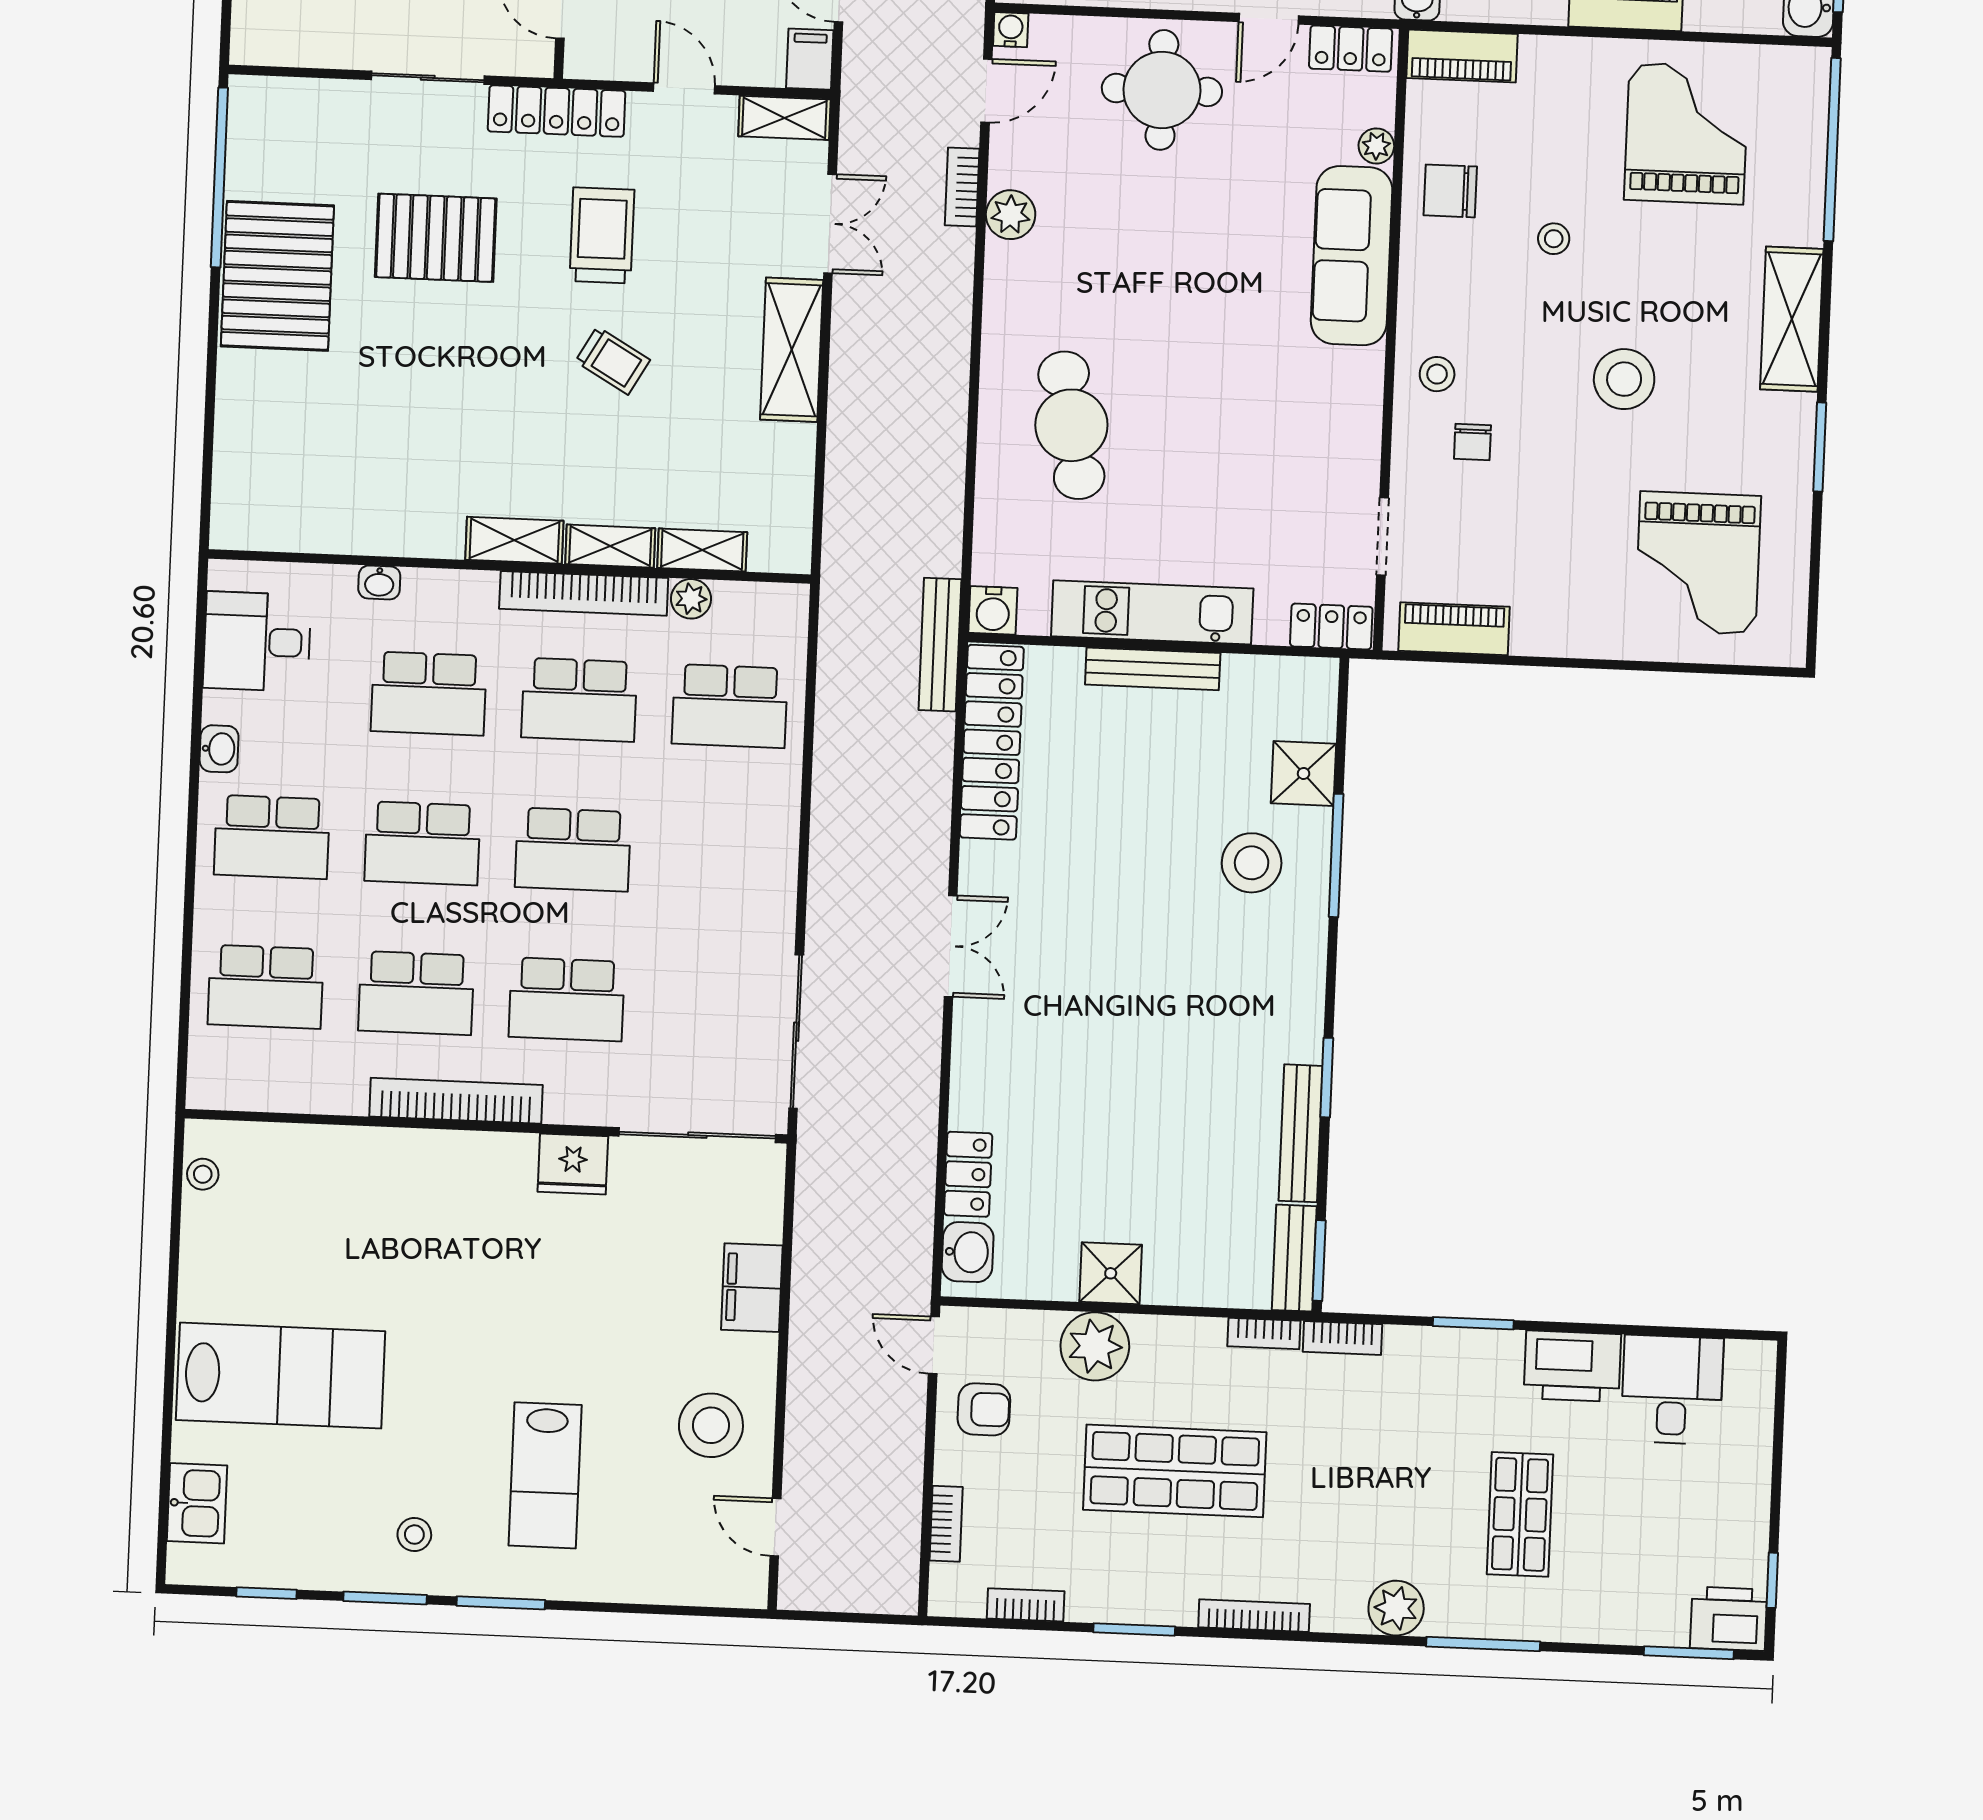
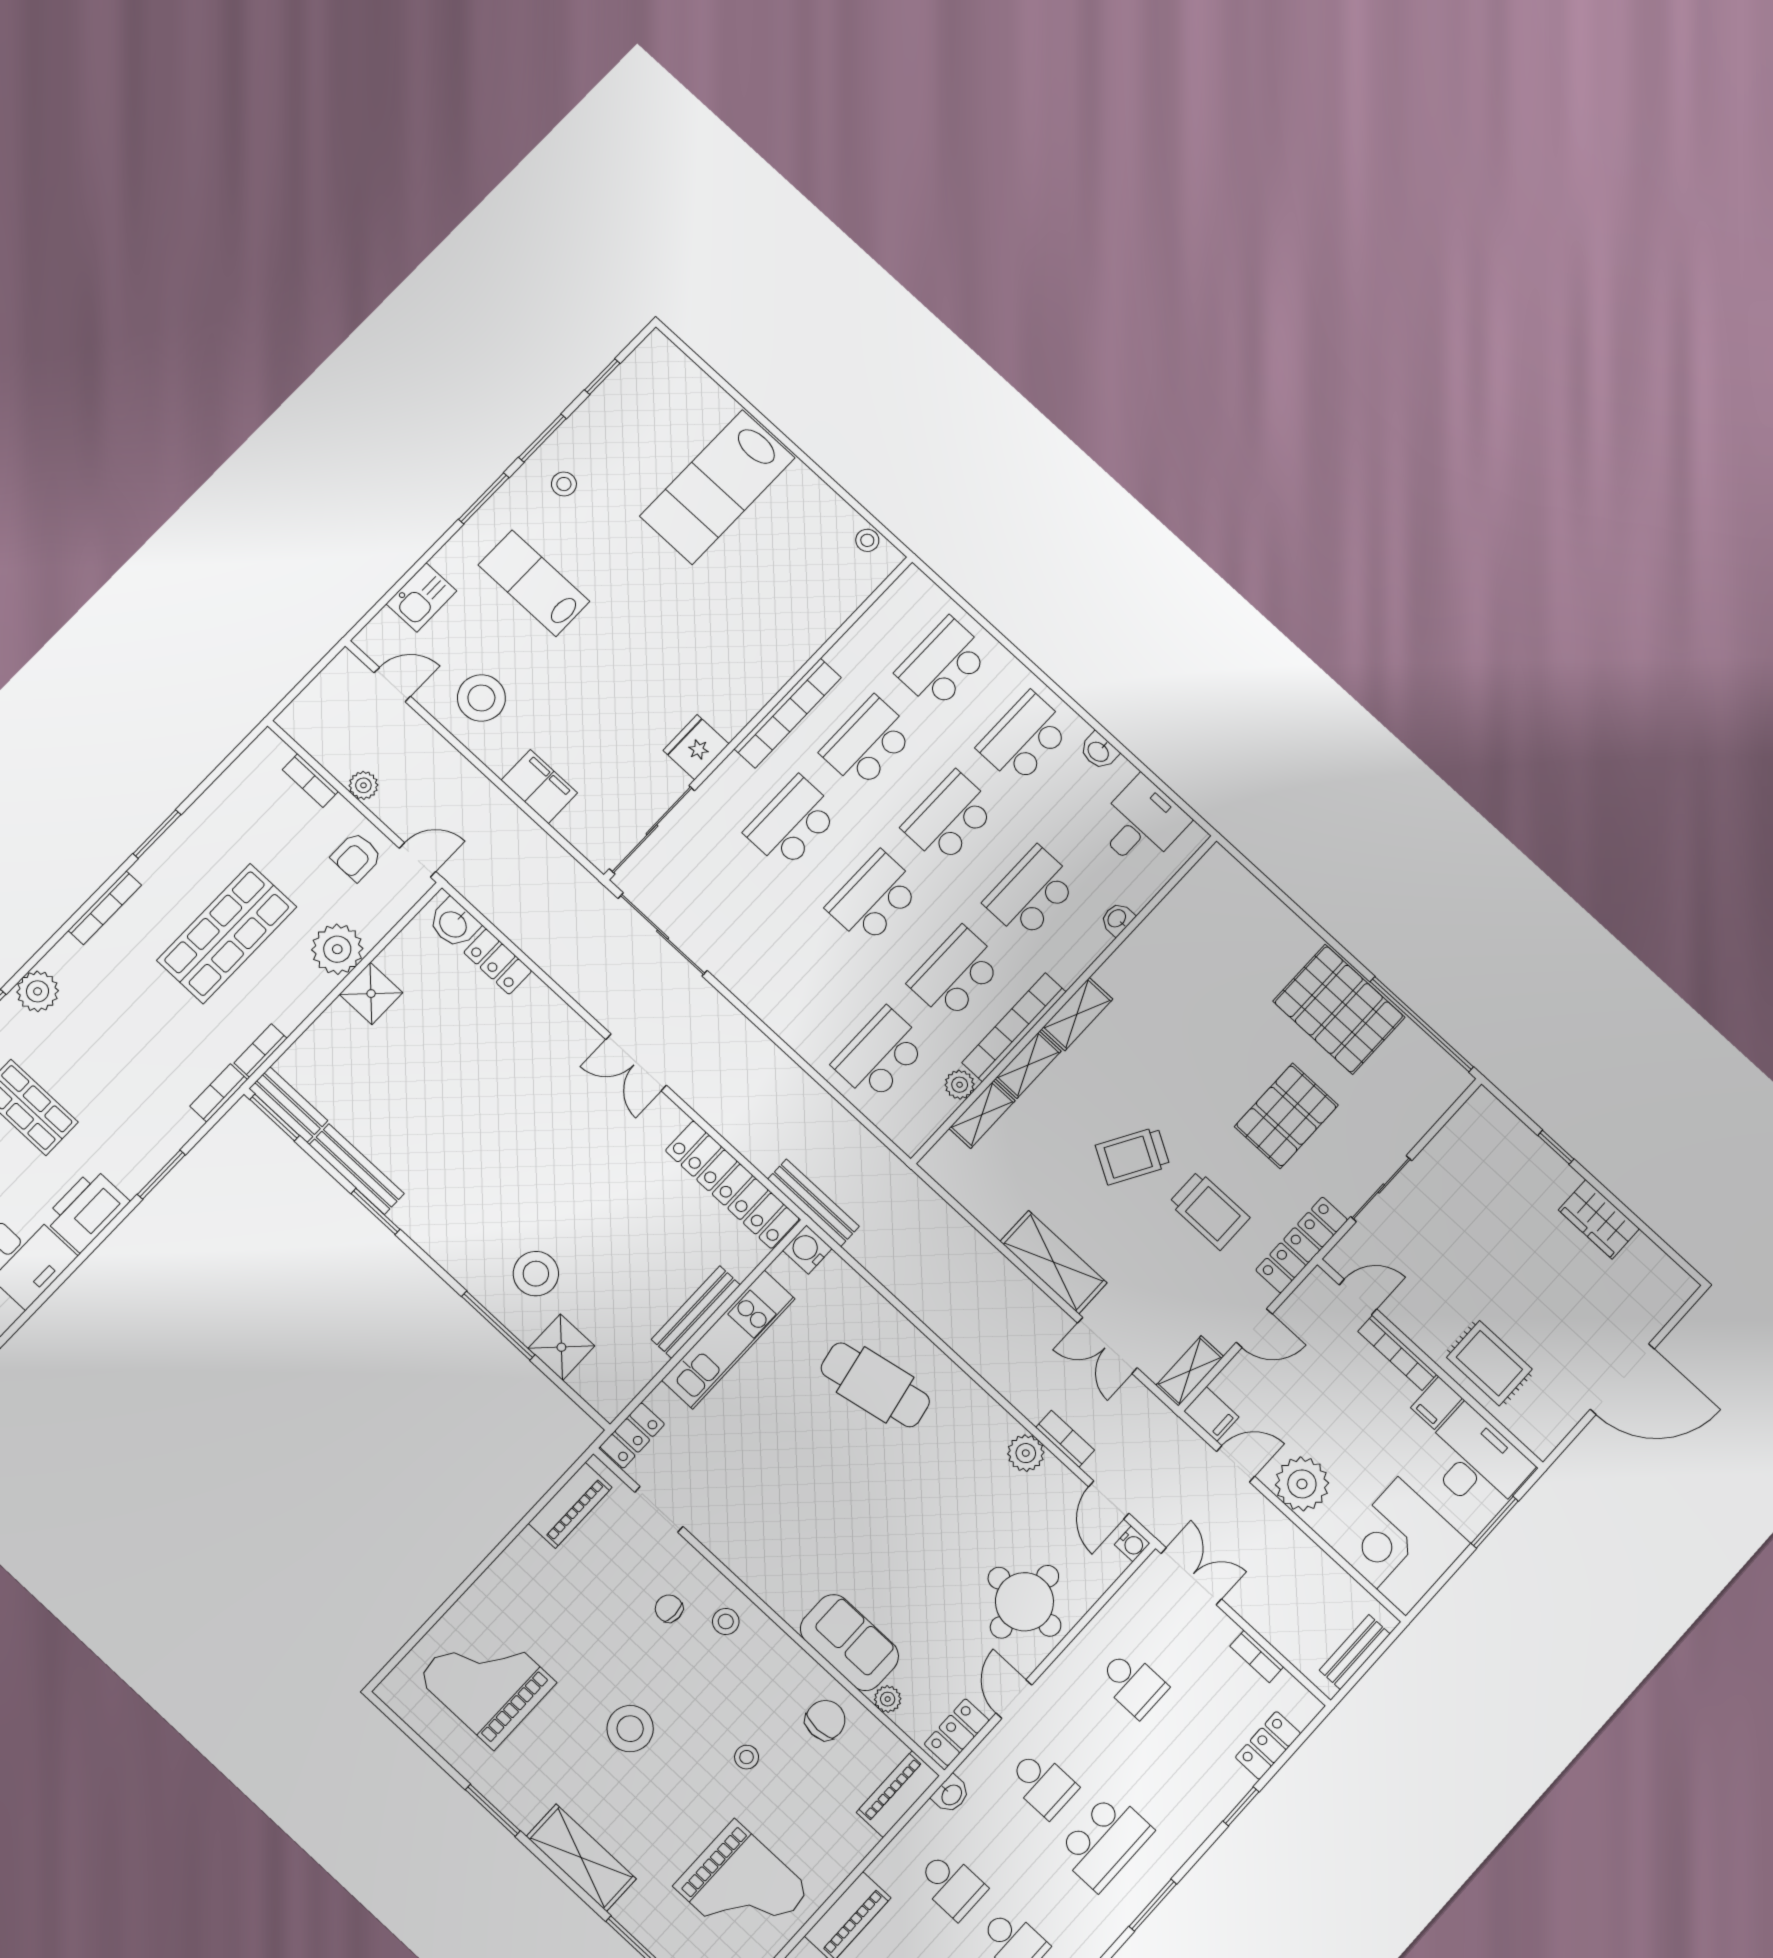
sofa: (1352, 256) -> (849, 1643), width x0.73
trolley: (613, 361) -> (1133, 1156), width x1.36, depth x1.39
plant: (905, 1466) -> (363, 785), added
kitchen sink: (197, 1503) -> (421, 597), moved, turned -90
bookcase: (1026, 1605) -> (225, 786), removed

